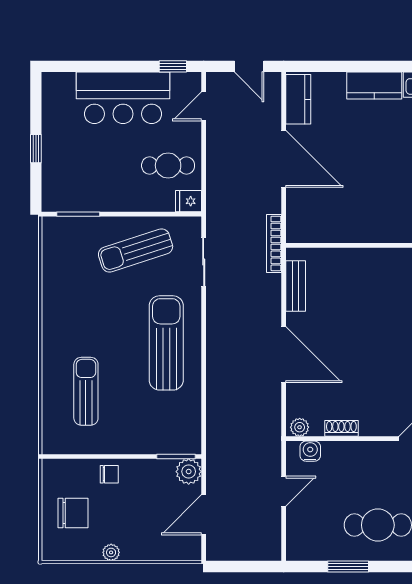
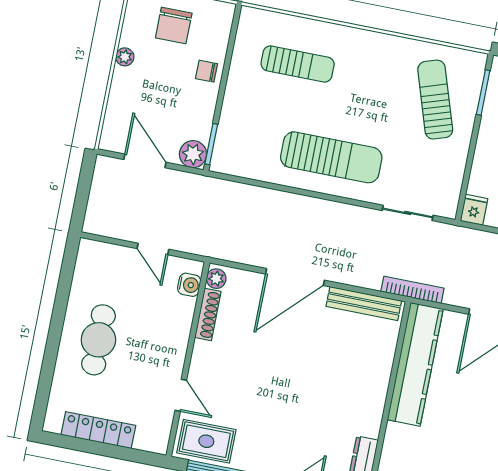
kitchen counter: (342, 227) -> (415, 364), added
sun lounger: (136, 251) -> (435, 100), moved
bench: (296, 286) -> (364, 304), width x1.36
shoe rack: (341, 428) -> (208, 314), width x1.43
chair: (109, 474) -> (207, 71), turned 90
window: (348, 567) -> (61, 300), removed

